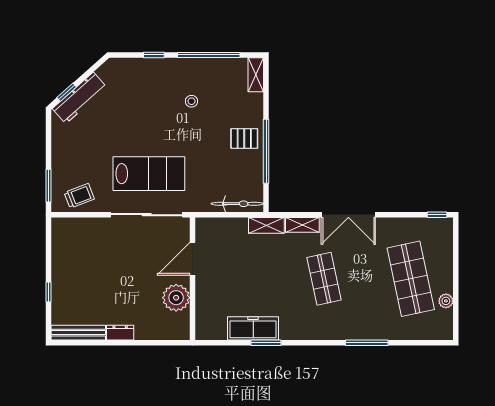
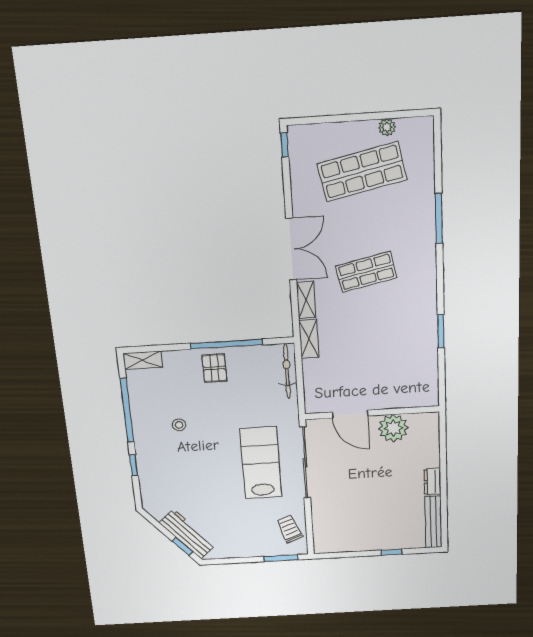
freezer: (253, 328) -> (425, 346), removed

